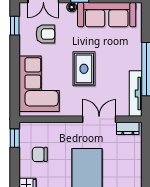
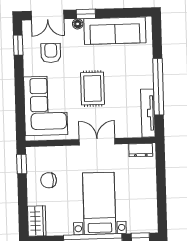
armchair: (45, 34) -> (51, 53), turned -90
double door: (99, 119) -> (97, 142), moved

